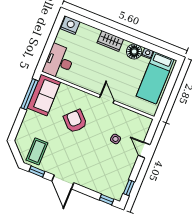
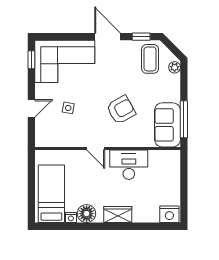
desk: (59, 62) -> (129, 165), moved, turned -90
armchair: (75, 121) -> (121, 110), turned -74
plant: (21, 137) -> (175, 67), added
door: (144, 150) -> (31, 108), hinge flipped
corner sofa: (104, 176) -> (65, 61), added
window: (107, 200) -> (51, 37), removed

